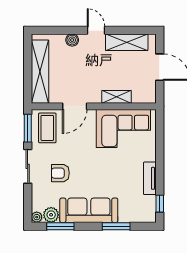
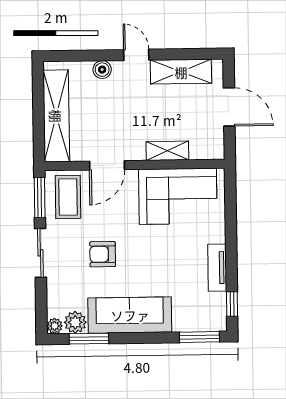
armchair: (60, 173) -> (103, 254), moved
window: (116, 226) -> (199, 337), moved

